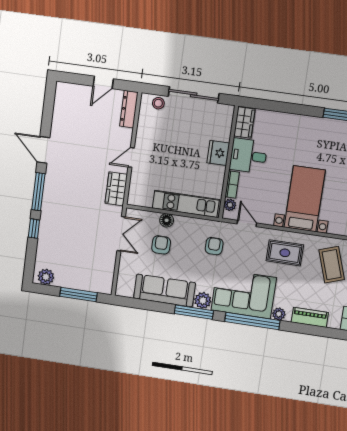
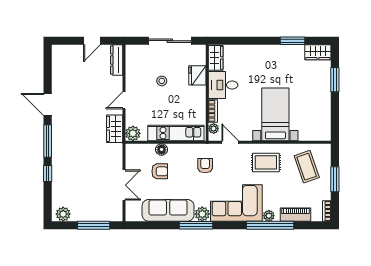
stool: (158, 103) -> (162, 81), moved
fridge: (218, 153) -> (197, 75), moved
plant: (136, 197) -> (133, 133), added
double door: (121, 234) -> (124, 185), moved
armchair: (161, 245) -> (160, 171), turned 90
window: (252, 321) -> (270, 225), moved

